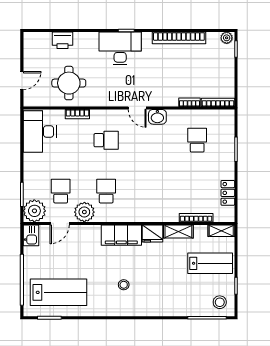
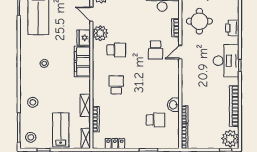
plant: (227, 38) -> (230, 139), width x1.88, depth x1.88
printer: (63, 40) -> (232, 28), moved
door: (137, 108) -> (180, 52), moved
washbasin: (157, 117) -> (173, 105), moved
school desk: (61, 191) -> (116, 85), moved, turned -90
fridge: (152, 234) -> (84, 38), moved
lab bench: (210, 263) -> (61, 130), turned 180
stool: (174, 300) -> (33, 102), added

